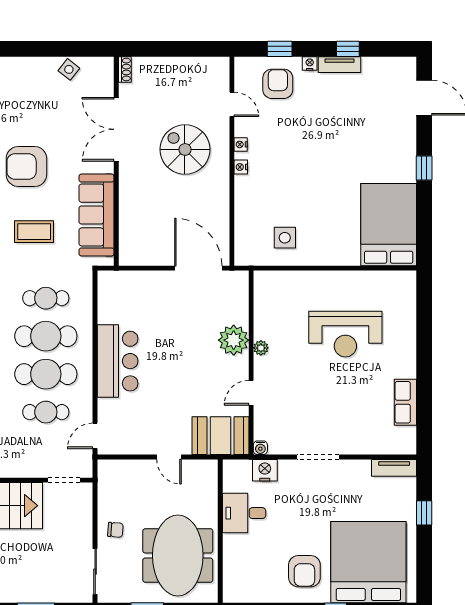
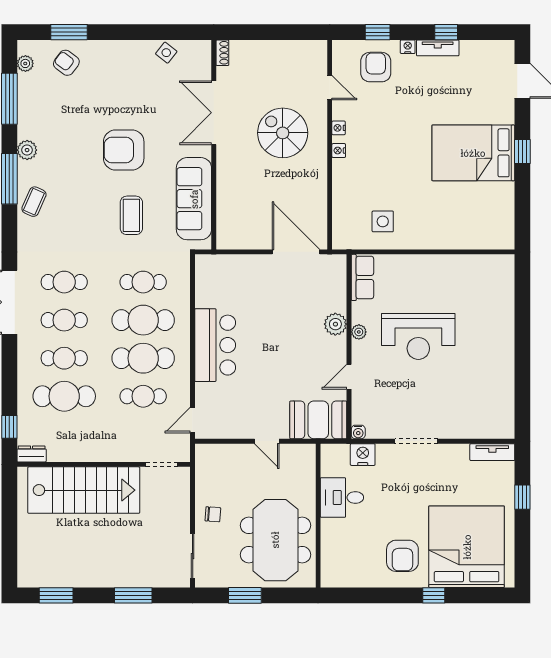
bed: (389, 225) -> (473, 153), moved, turned -90
coffee table: (34, 232) -> (131, 215), turned 90
reception desk: (345, 334) -> (418, 336), moved
plant: (234, 340) -> (335, 324), width x0.73, depth x0.73
row of seats: (405, 402) -> (362, 277), moved, turned 180

